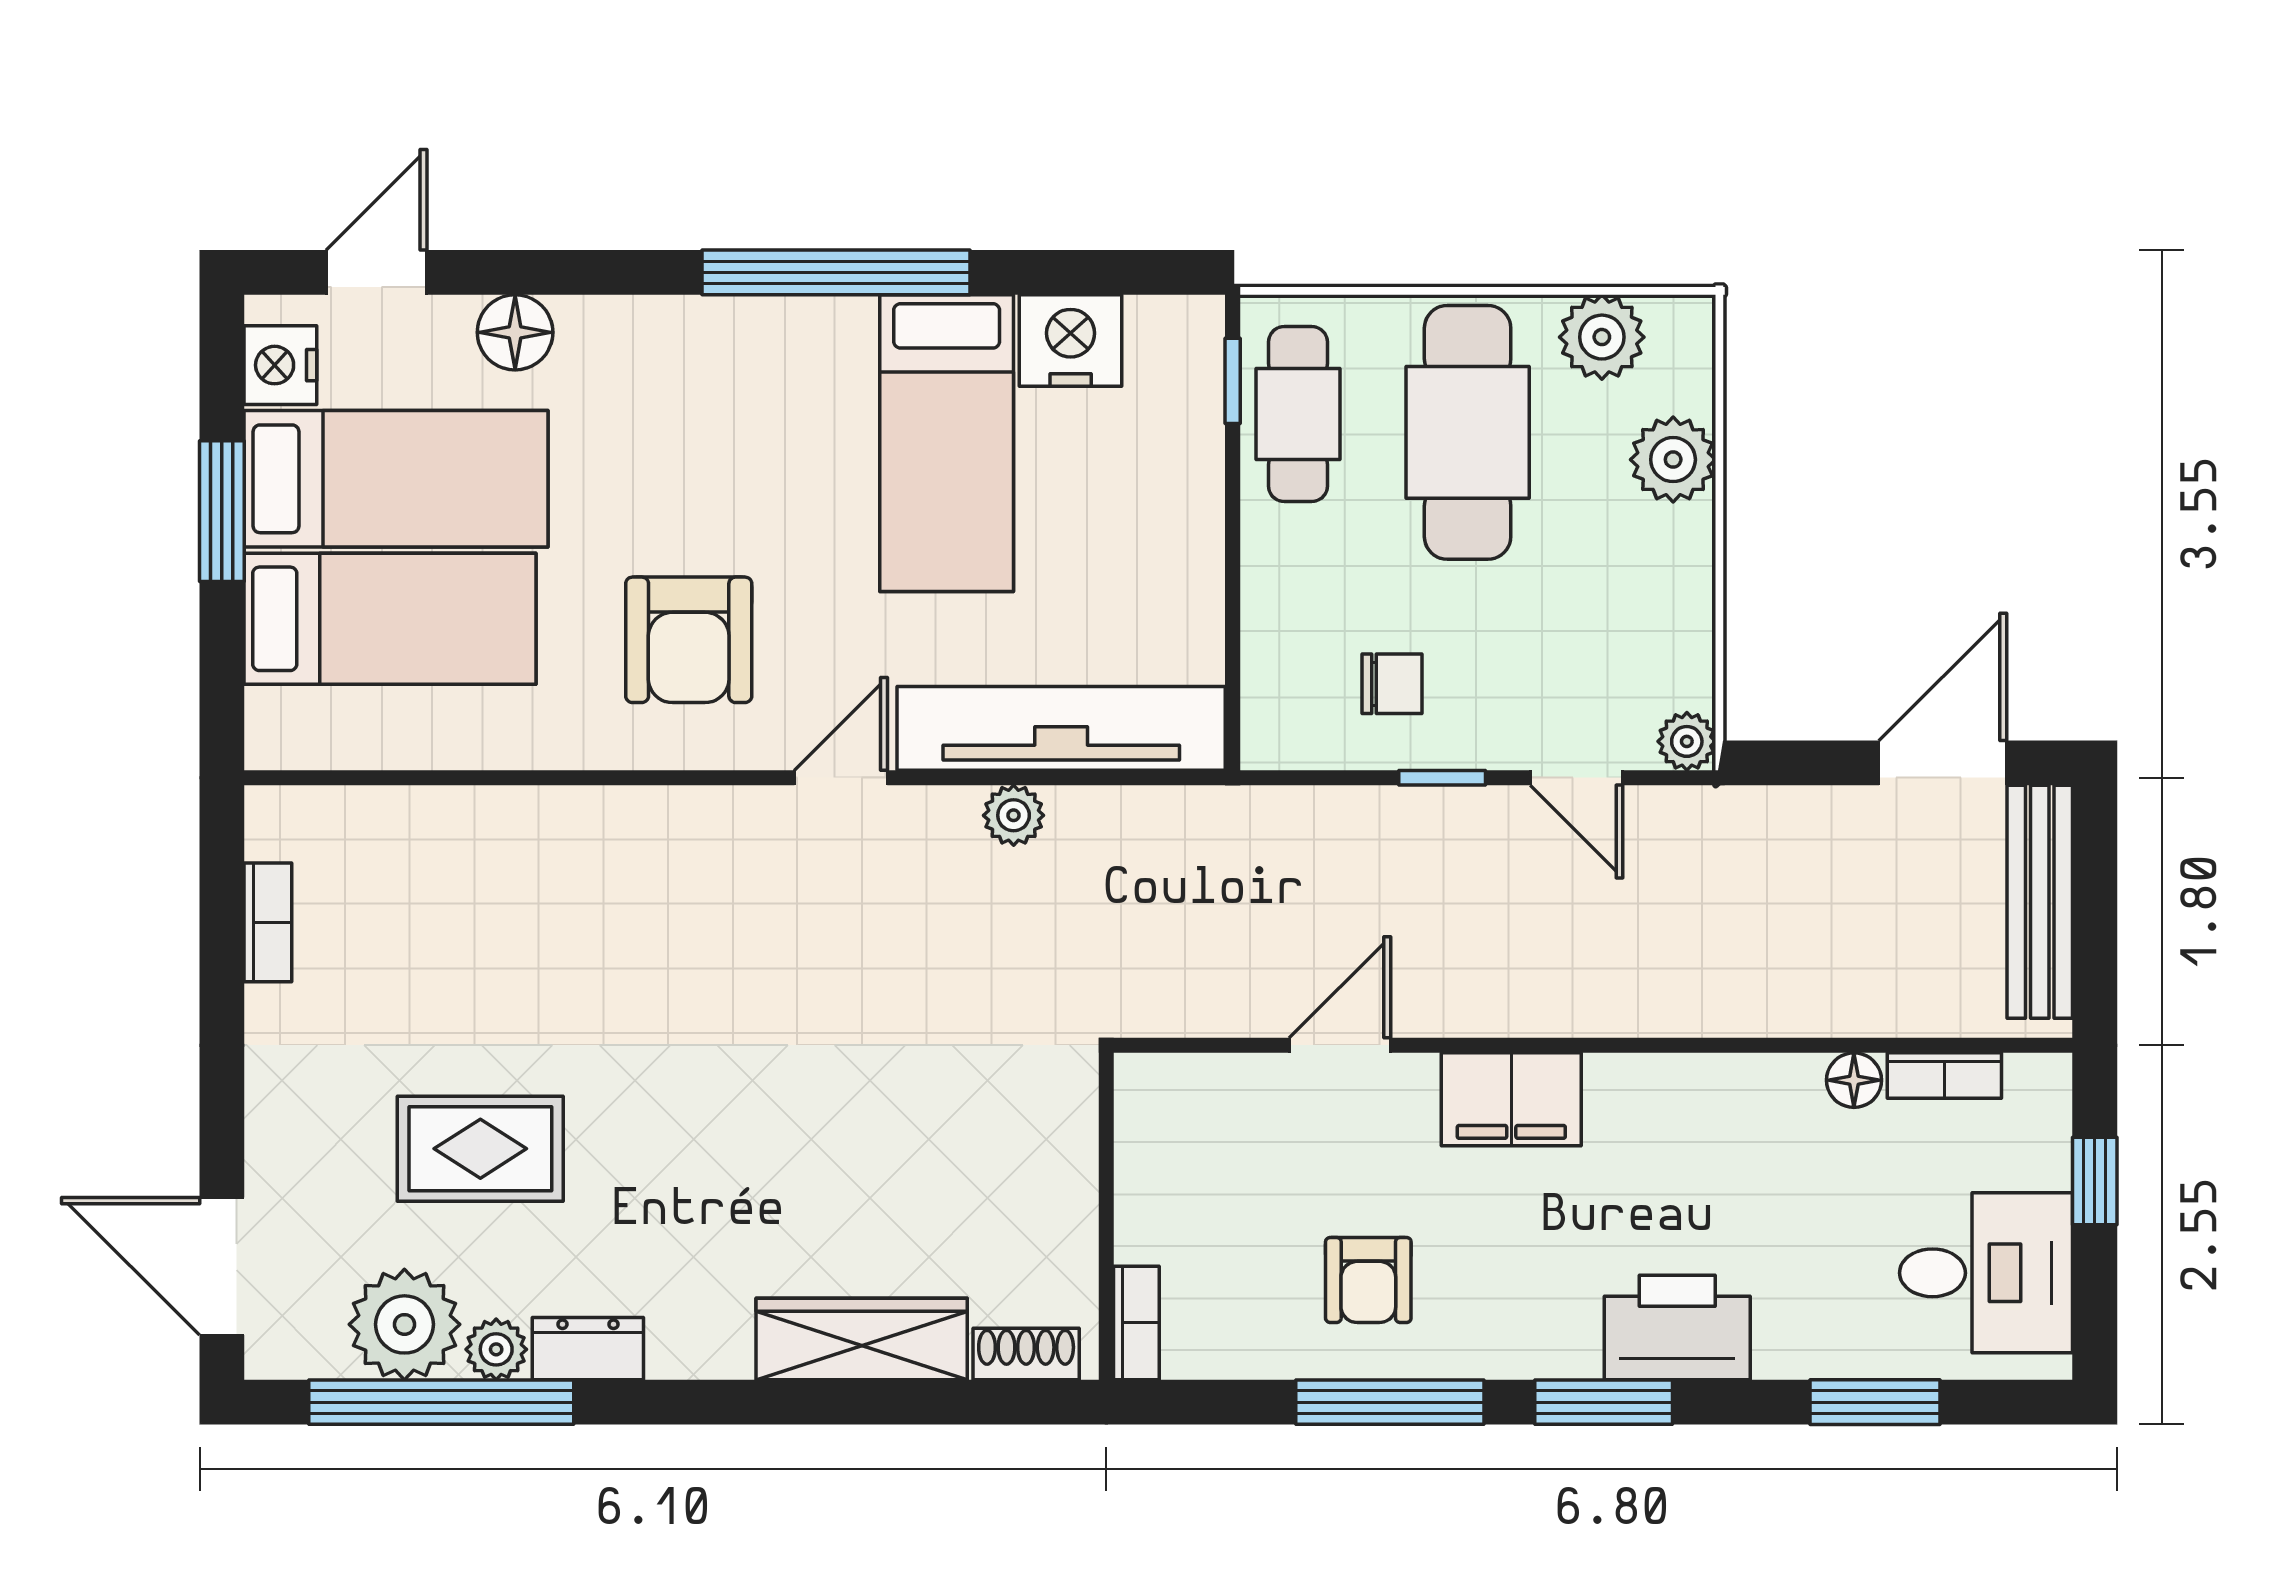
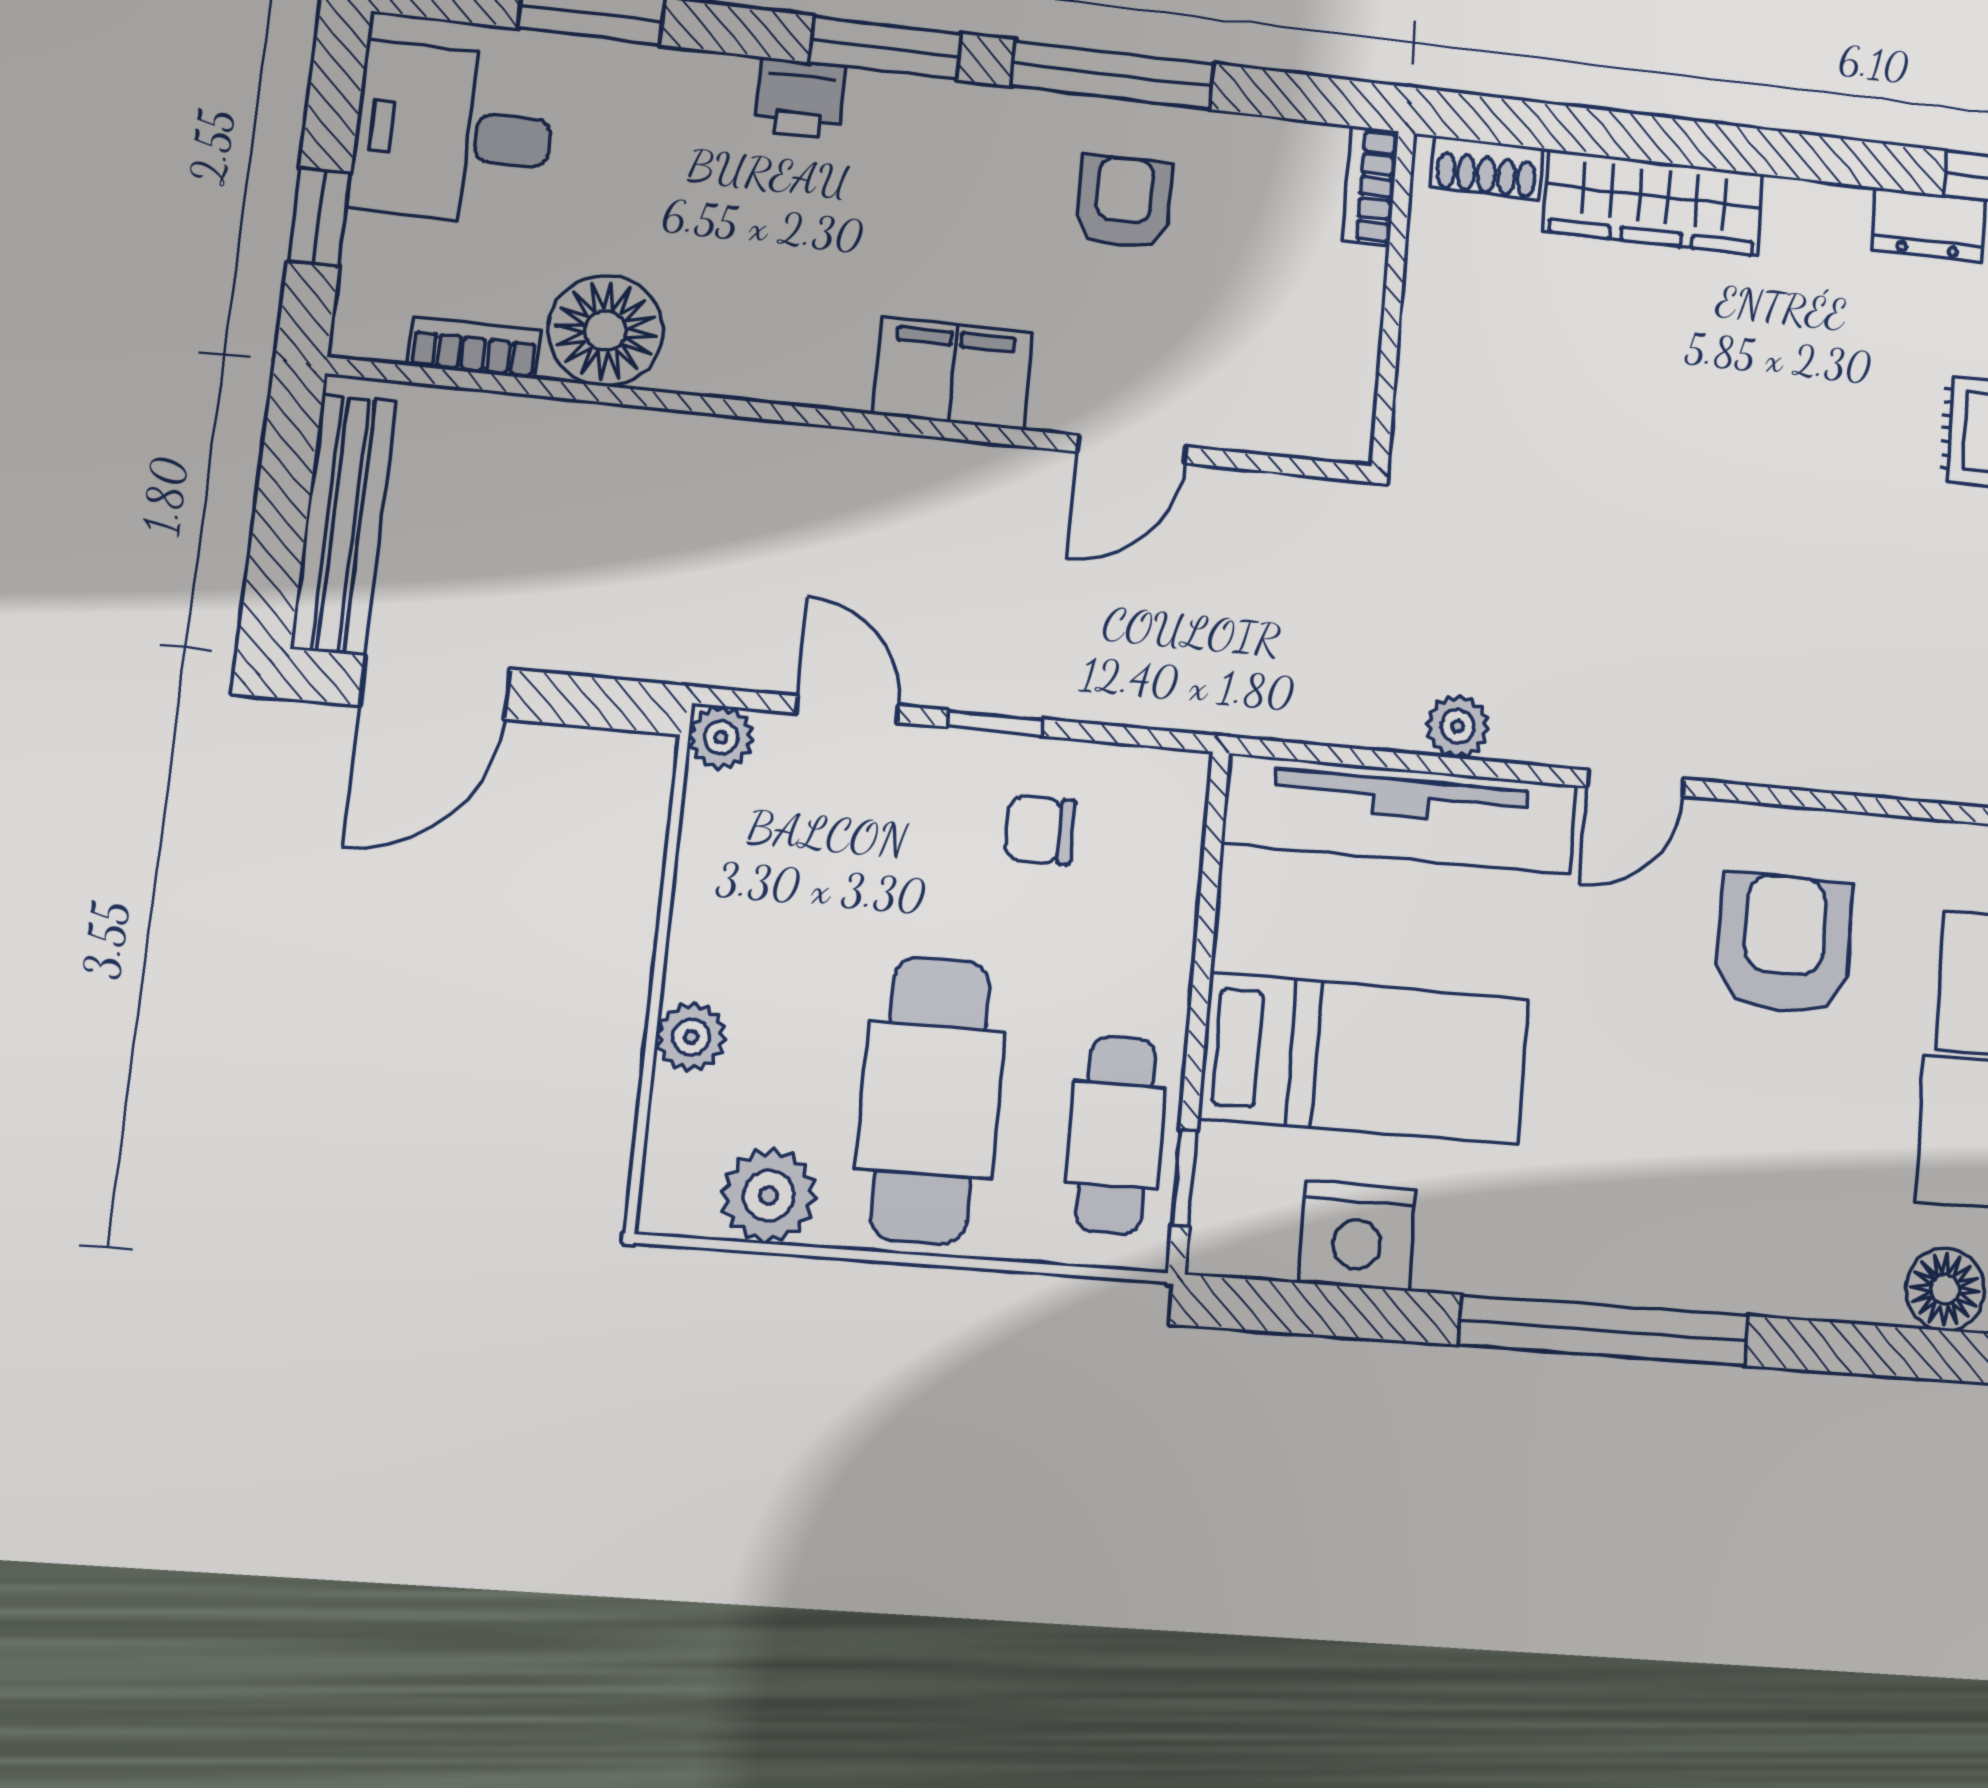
bed: (947, 443) -> (1364, 1059), moved, turned 90
plant: (1673, 460) -> (691, 1037), width x0.73, depth x0.73
floor lamp: (1854, 1080) -> (605, 331), width x1.89, depth x1.89
printer: (1677, 1327) -> (800, 98), width x0.53, depth x0.68

